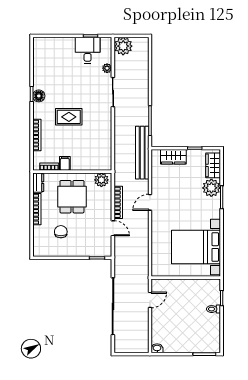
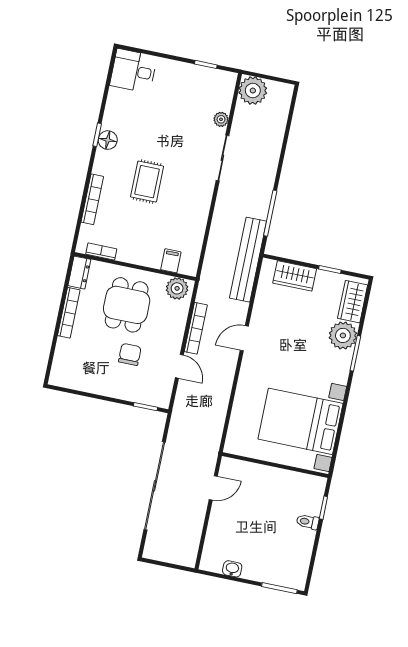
desk: (88, 50) -> (133, 71), moved, turned -90
rug: (69, 117) -> (147, 182), turned 90
filing cabinet: (65, 163) -> (171, 261), moved
chair: (61, 232) -> (130, 354), moved
washbasin: (157, 348) -> (232, 569), moved

